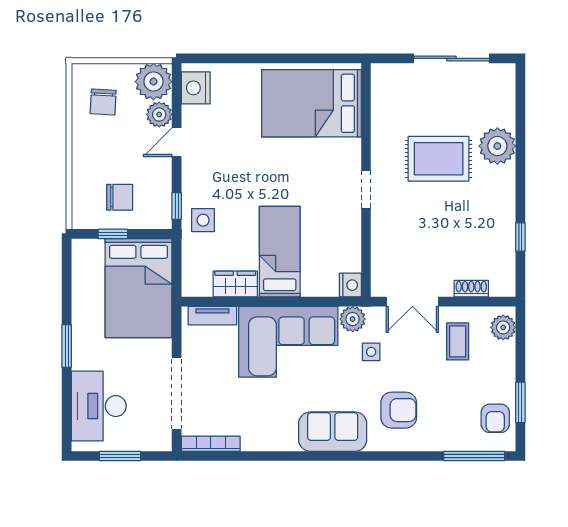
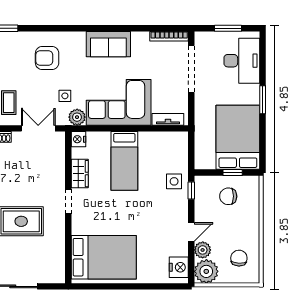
wardrobe: (235, 284) -> (80, 174), moved, turned -90
bed: (138, 288) -> (238, 137), moved
sofa: (333, 432) -> (108, 44), moved

